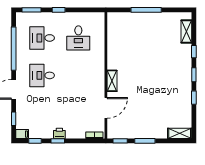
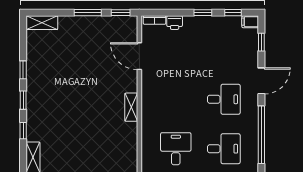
shelving: (112, 81) -> (131, 107), moved
door: (106, 108) -> (139, 56), hinge flipped
printer: (59, 133) -> (175, 23), moved

